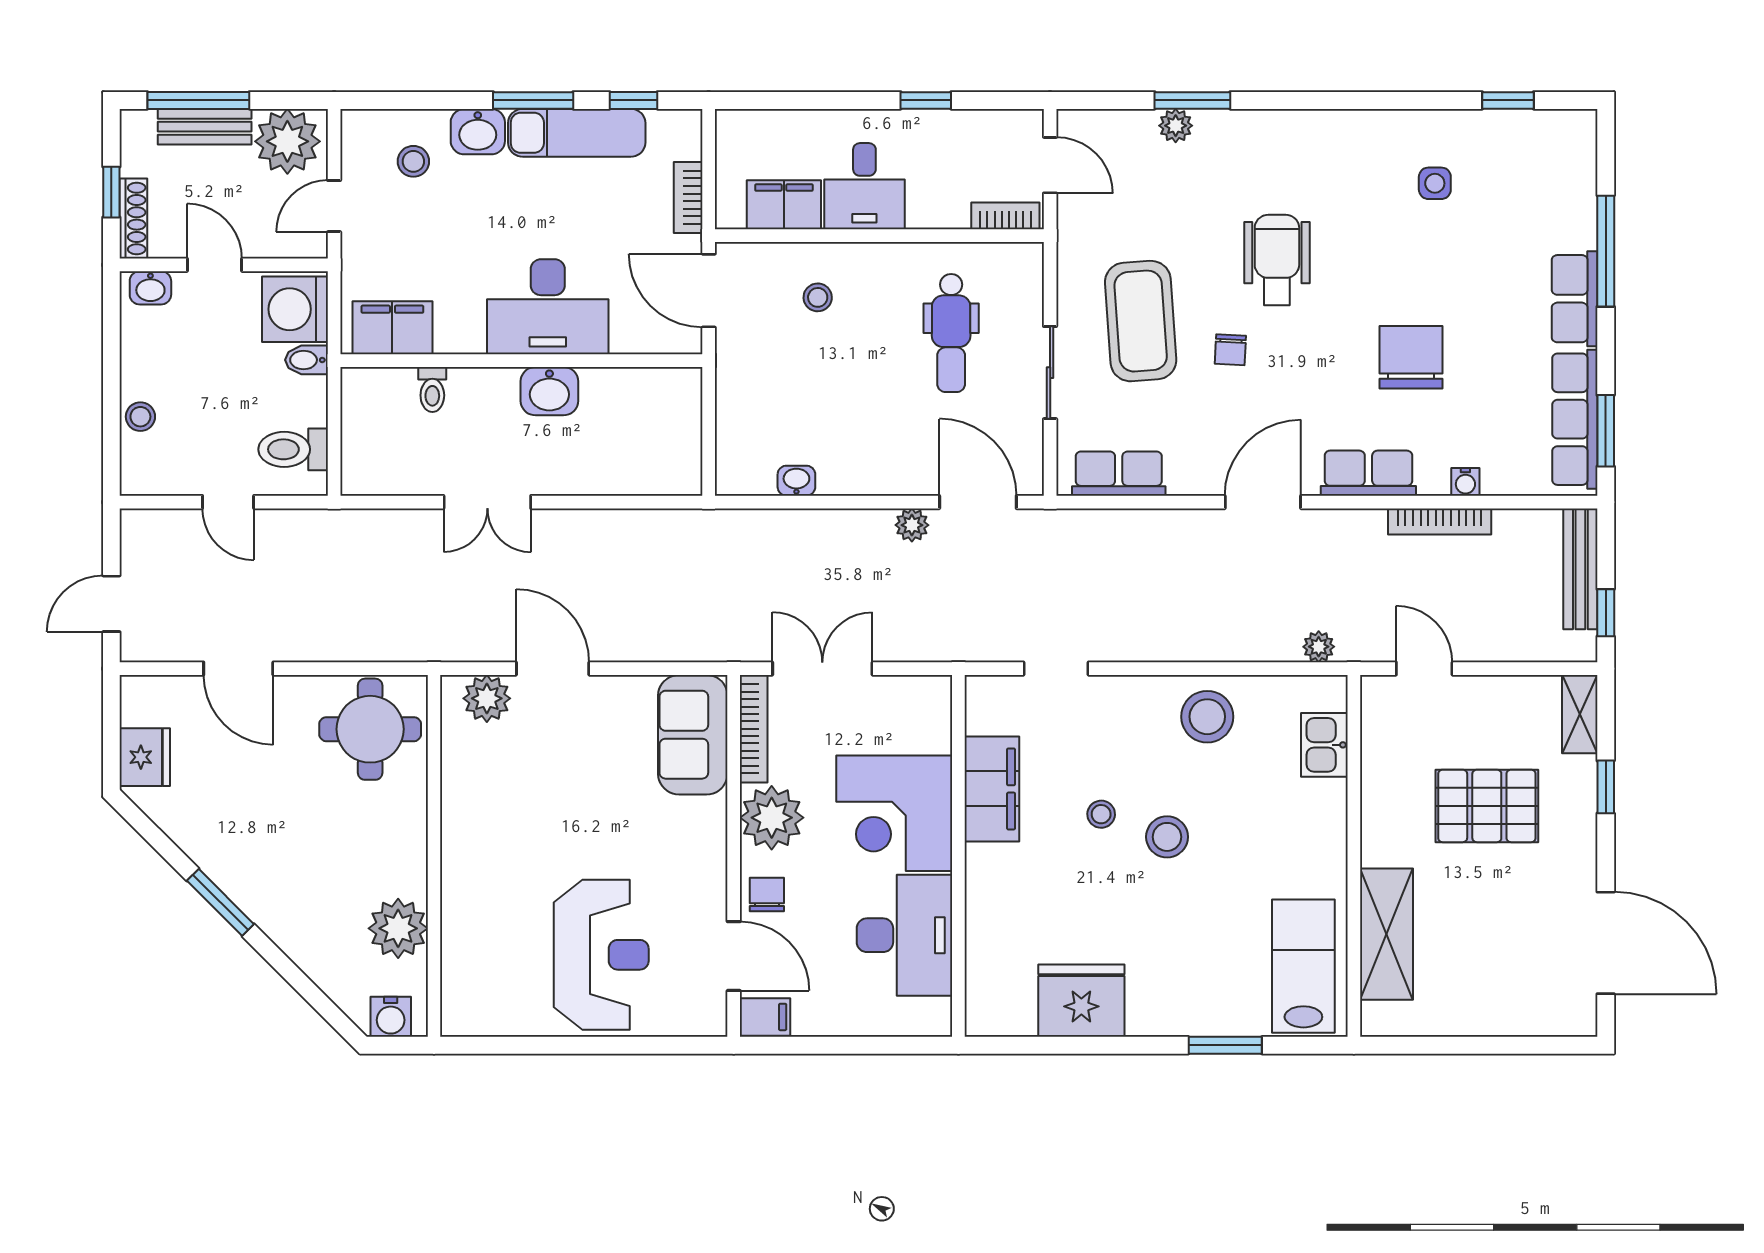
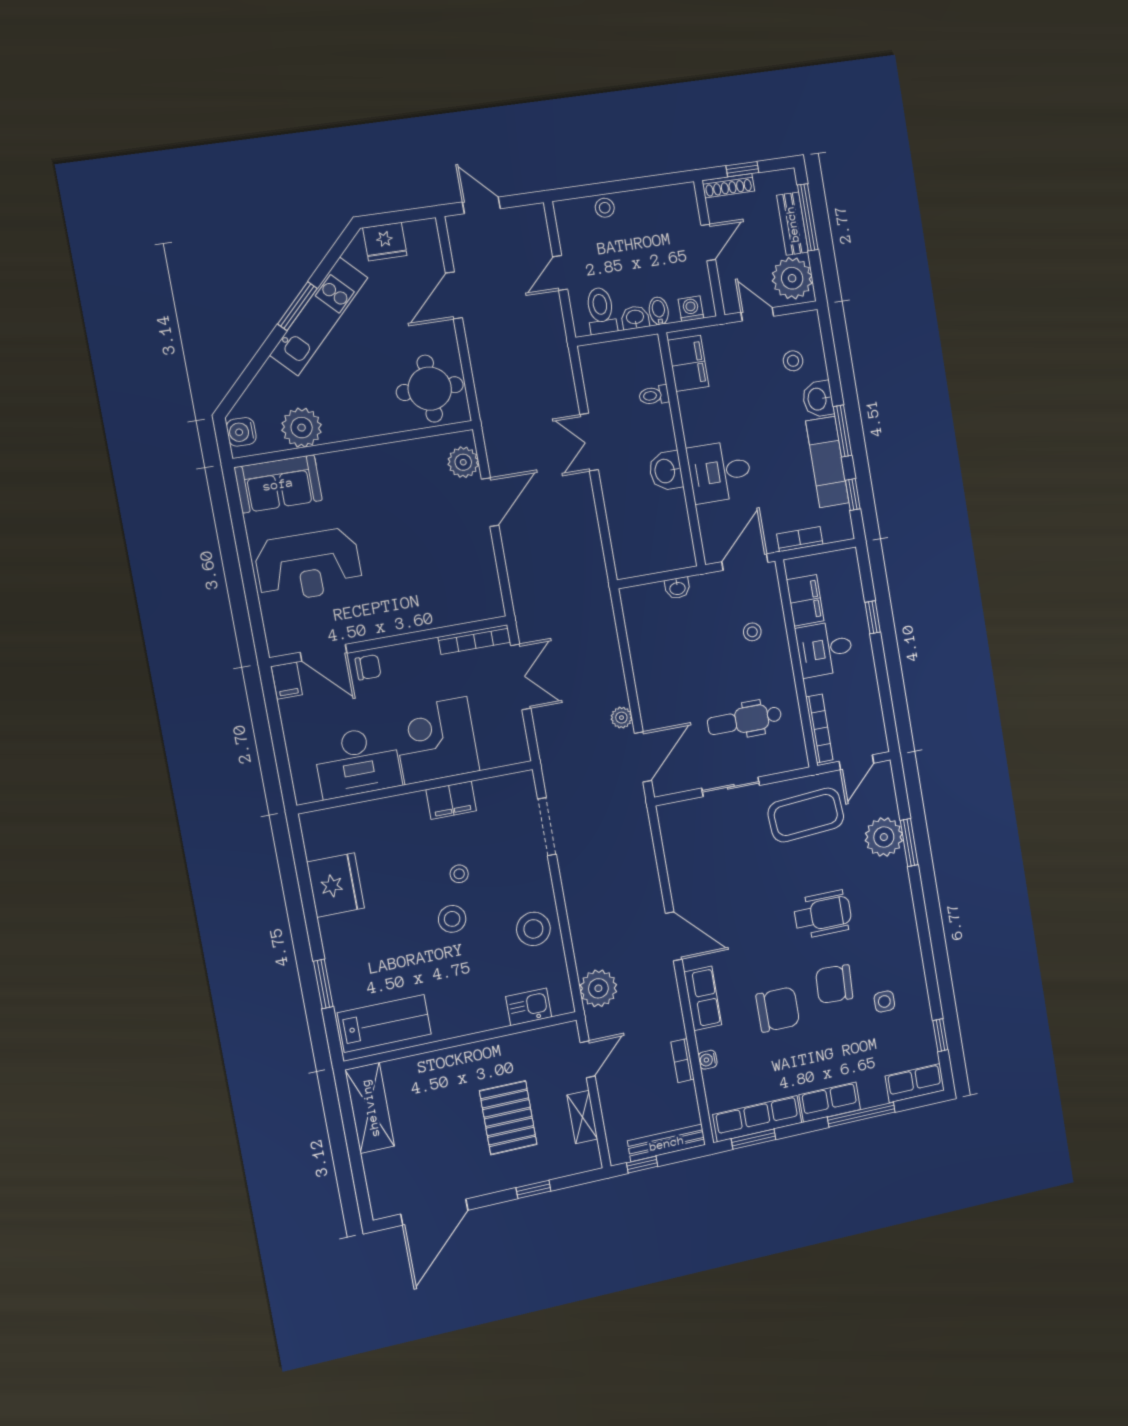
window: (926, 100) -> (873, 617), moved
plant: (1176, 126) -> (884, 837), width x1.88, depth x1.88
bookcase: (1005, 216) -> (819, 728), width x1.56
washbasin: (150, 288) -> (635, 318), moved, turned 90
desk: (548, 307) -> (720, 472), width x0.73
washing machine: (295, 309) -> (691, 309), width x0.53, depth x0.53
coffee table: (1141, 321) -> (806, 815), moved
chair: (1230, 350) -> (834, 984), moved, width x1.87, depth x1.87
row of seats: (1119, 474) -> (915, 1083), moved, turned -90
washbasin: (796, 481) -> (677, 588), moved, turned 90
bookcase: (1440, 522) -> (683, 1061), width x0.64
plant: (1319, 647) -> (598, 988), width x1.88, depth x1.88
doorway: (1056, 669) -> (547, 827), width x1.38
shelving: (1580, 714) -> (582, 1117), moved, turned 90
sofa: (693, 735) -> (278, 484), moved, turned 180
filing cabinet: (992, 789) -> (451, 800), width x0.67, depth x0.86
plant: (772, 818) -> (419, 662), removed
kitchen unit: (240, 874) -> (319, 316), added
shelving: (1386, 934) -> (370, 1108), moved, turned 90
door: (734, 956) -> (324, 653), hinge flipped

